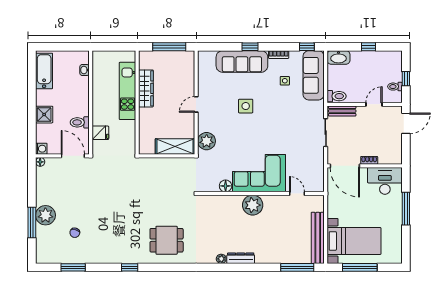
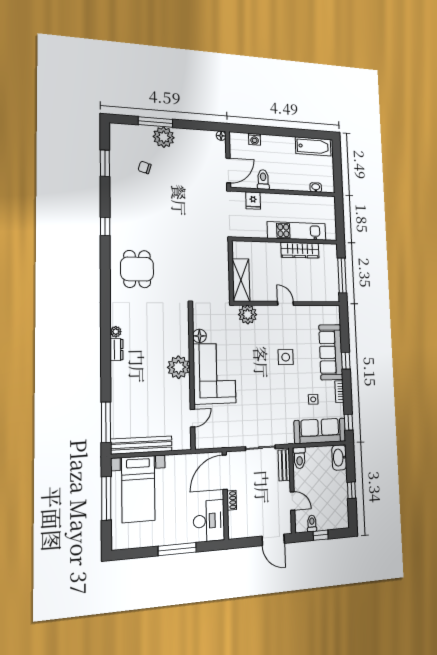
shower: (44, 115) -> (270, 143), removed
washing machine: (41, 149) -> (255, 139), moved
dresser: (241, 258) -> (117, 350), width x0.70

